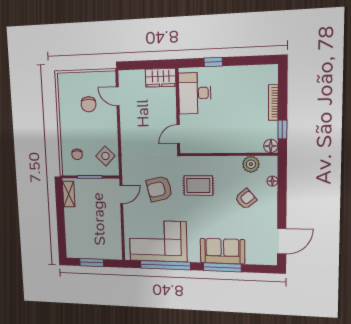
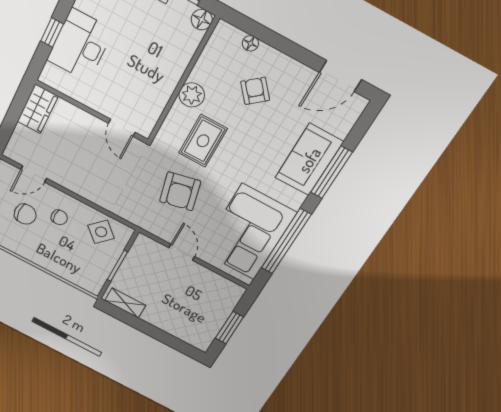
desk: (195, 93) -> (80, 45), moved, turned 90
chair: (77, 154) -> (59, 217), moved
plant: (251, 164) -> (192, 95), moved
door: (121, 194) -> (182, 252), moved
door: (282, 241) -> (340, 76), swing flipped

